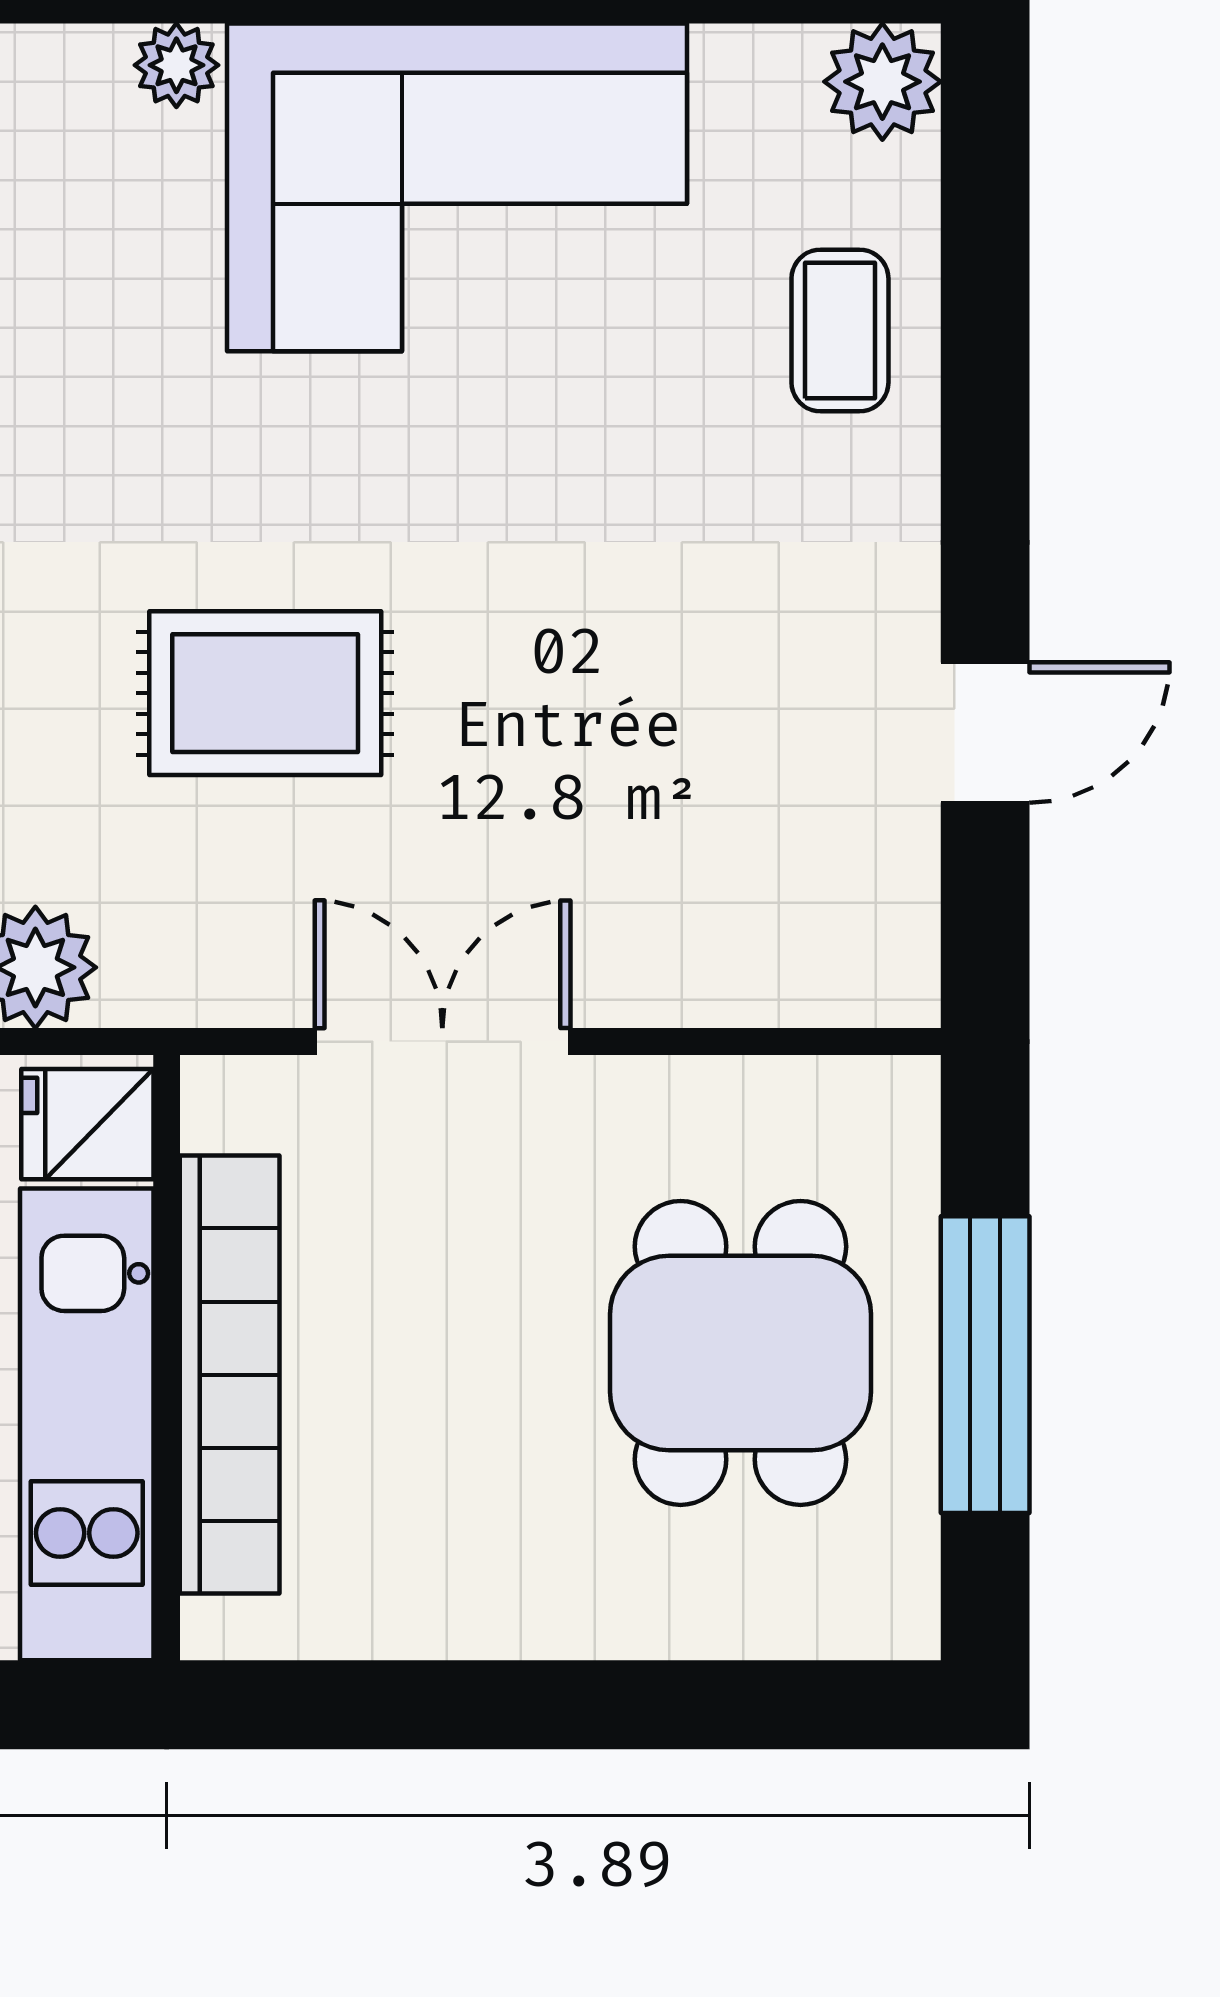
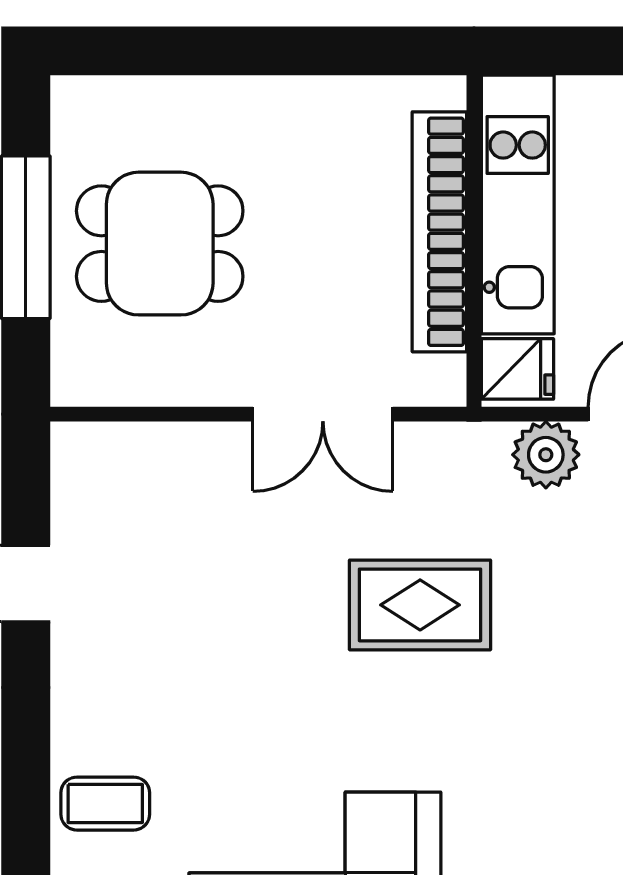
coffee table: (840, 331) -> (105, 804), turned 90
dining table: (740, 1353) -> (160, 244), turned 90

